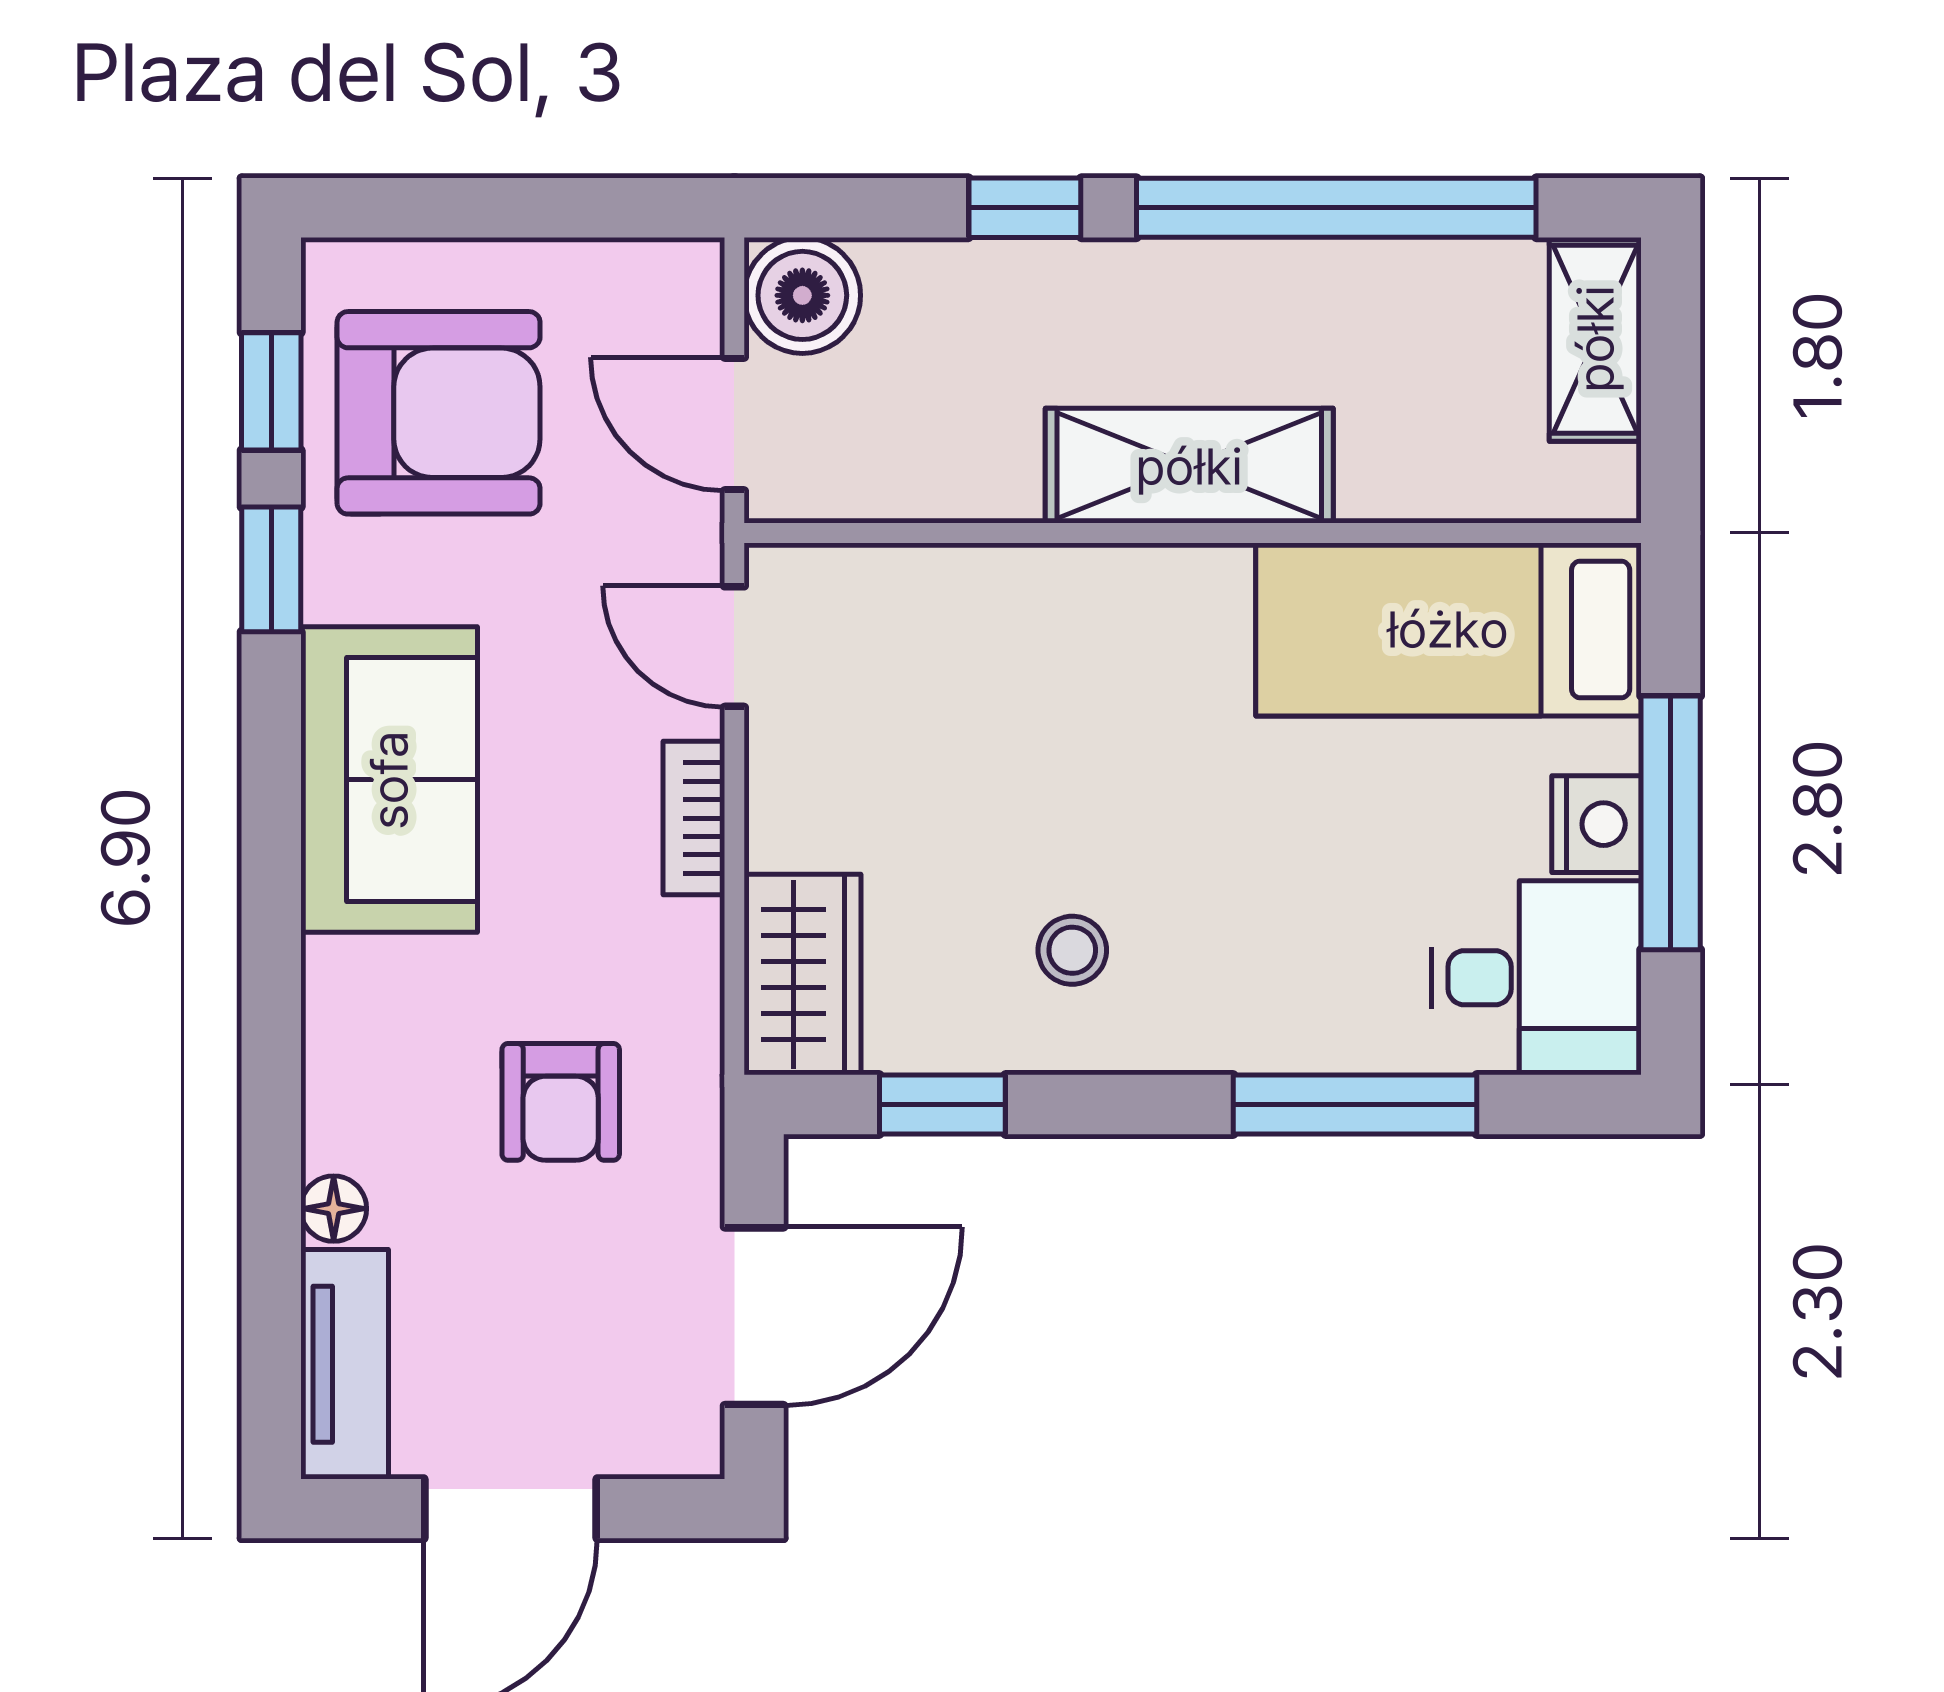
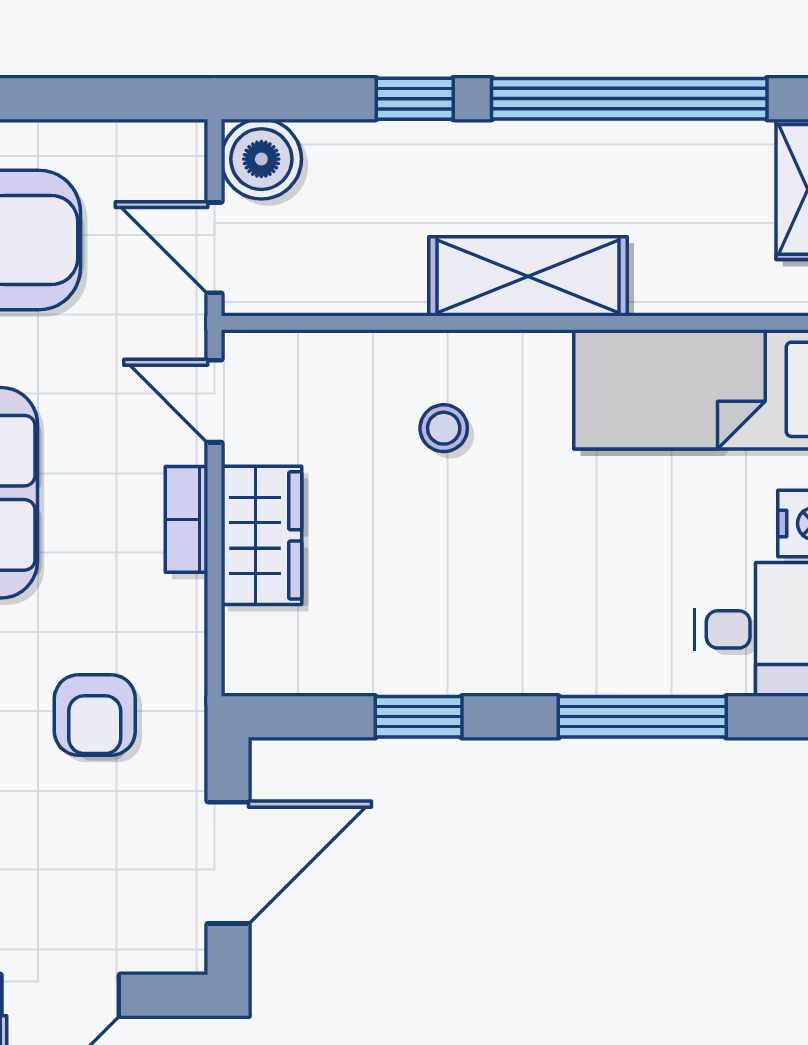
stool: (1072, 950) -> (444, 428), moved
wardrobe: (803, 974) -> (261, 535), moved
window: (942, 1105) -> (419, 717), moved

